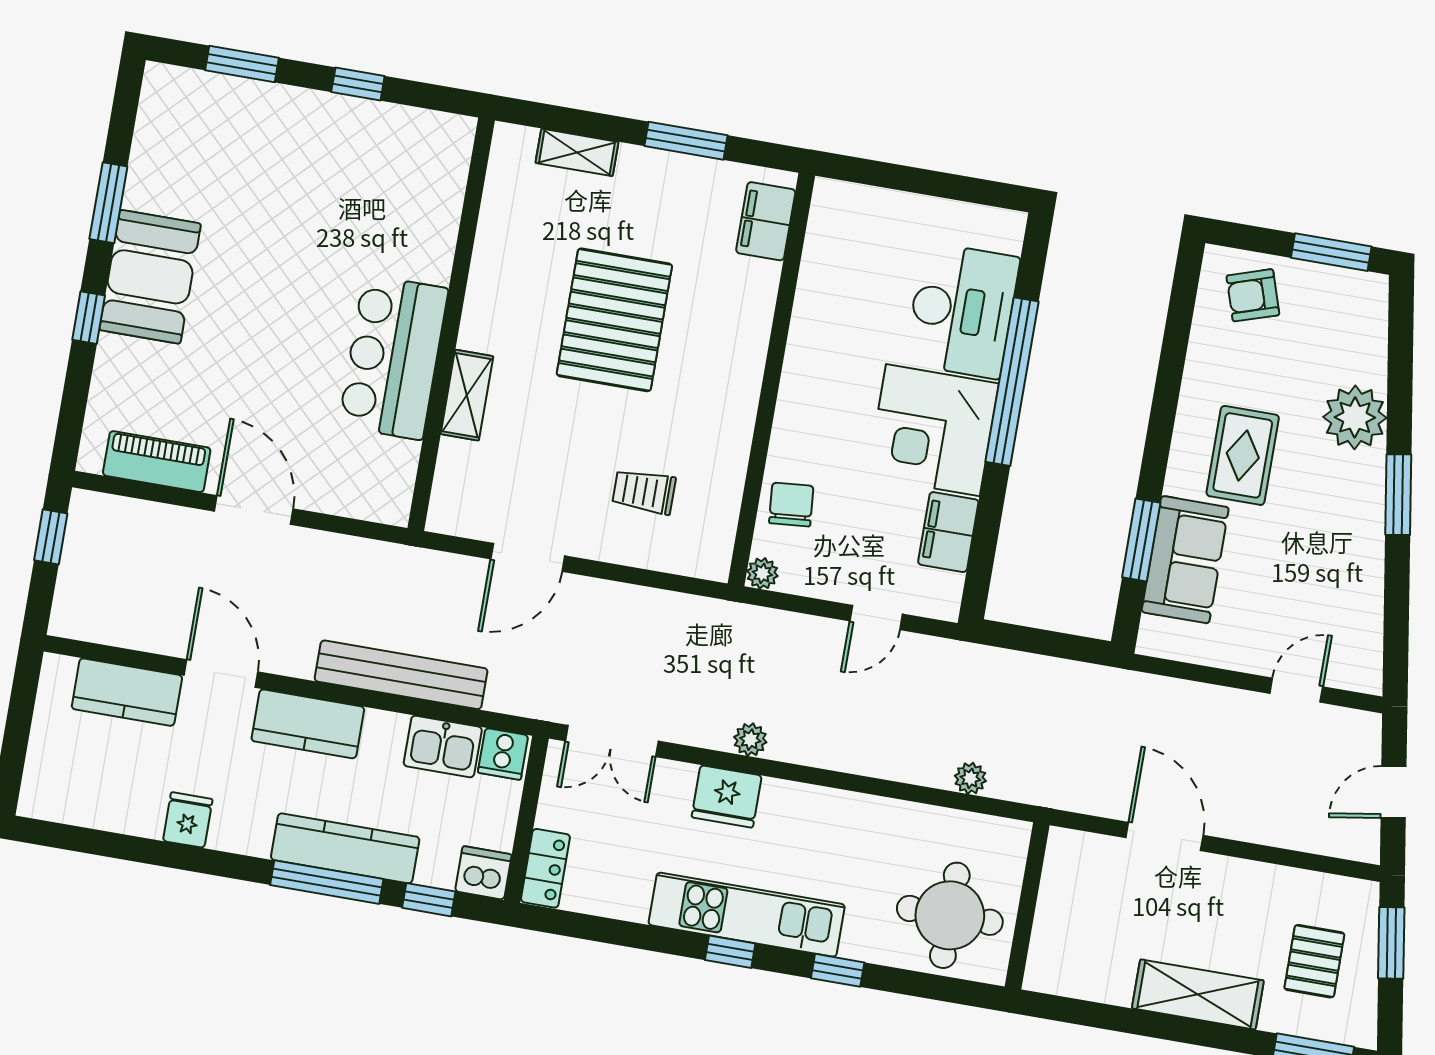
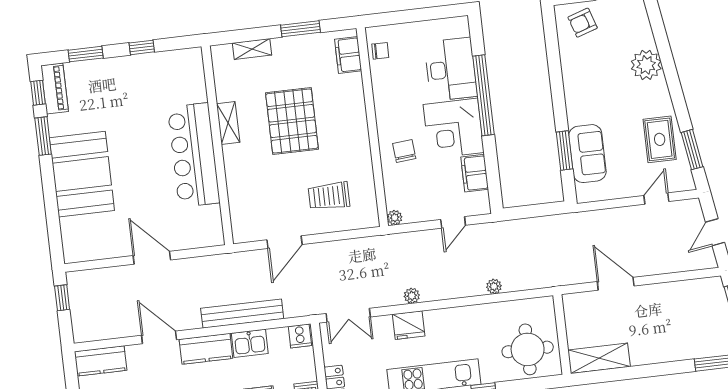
chair: (832, 232) -> (380, 51), added
booth: (150, 277) -> (82, 174), width x1.36, depth x1.42
window: (89, 318) -> (38, 93), moved
bar counter: (393, 357) -> (194, 155), width x1.36
shelving: (467, 395) -> (228, 123), moved
rug: (1243, 455) -> (660, 139), moved
piano: (157, 462) -> (55, 88), moved, turned 90
trolley: (644, 492) -> (329, 196), width x1.36, depth x1.39
window: (1398, 495) -> (692, 150), moved
chair: (791, 505) -> (404, 151), moved
kitchen counter: (127, 692) -> (101, 361), moved
kitchen sink: (443, 746) -> (250, 343), moved
plant: (970, 778) -> (494, 286), moved
pallet: (1314, 961) -> (702, 321), removed
shelving: (1198, 994) -> (599, 358), moved

